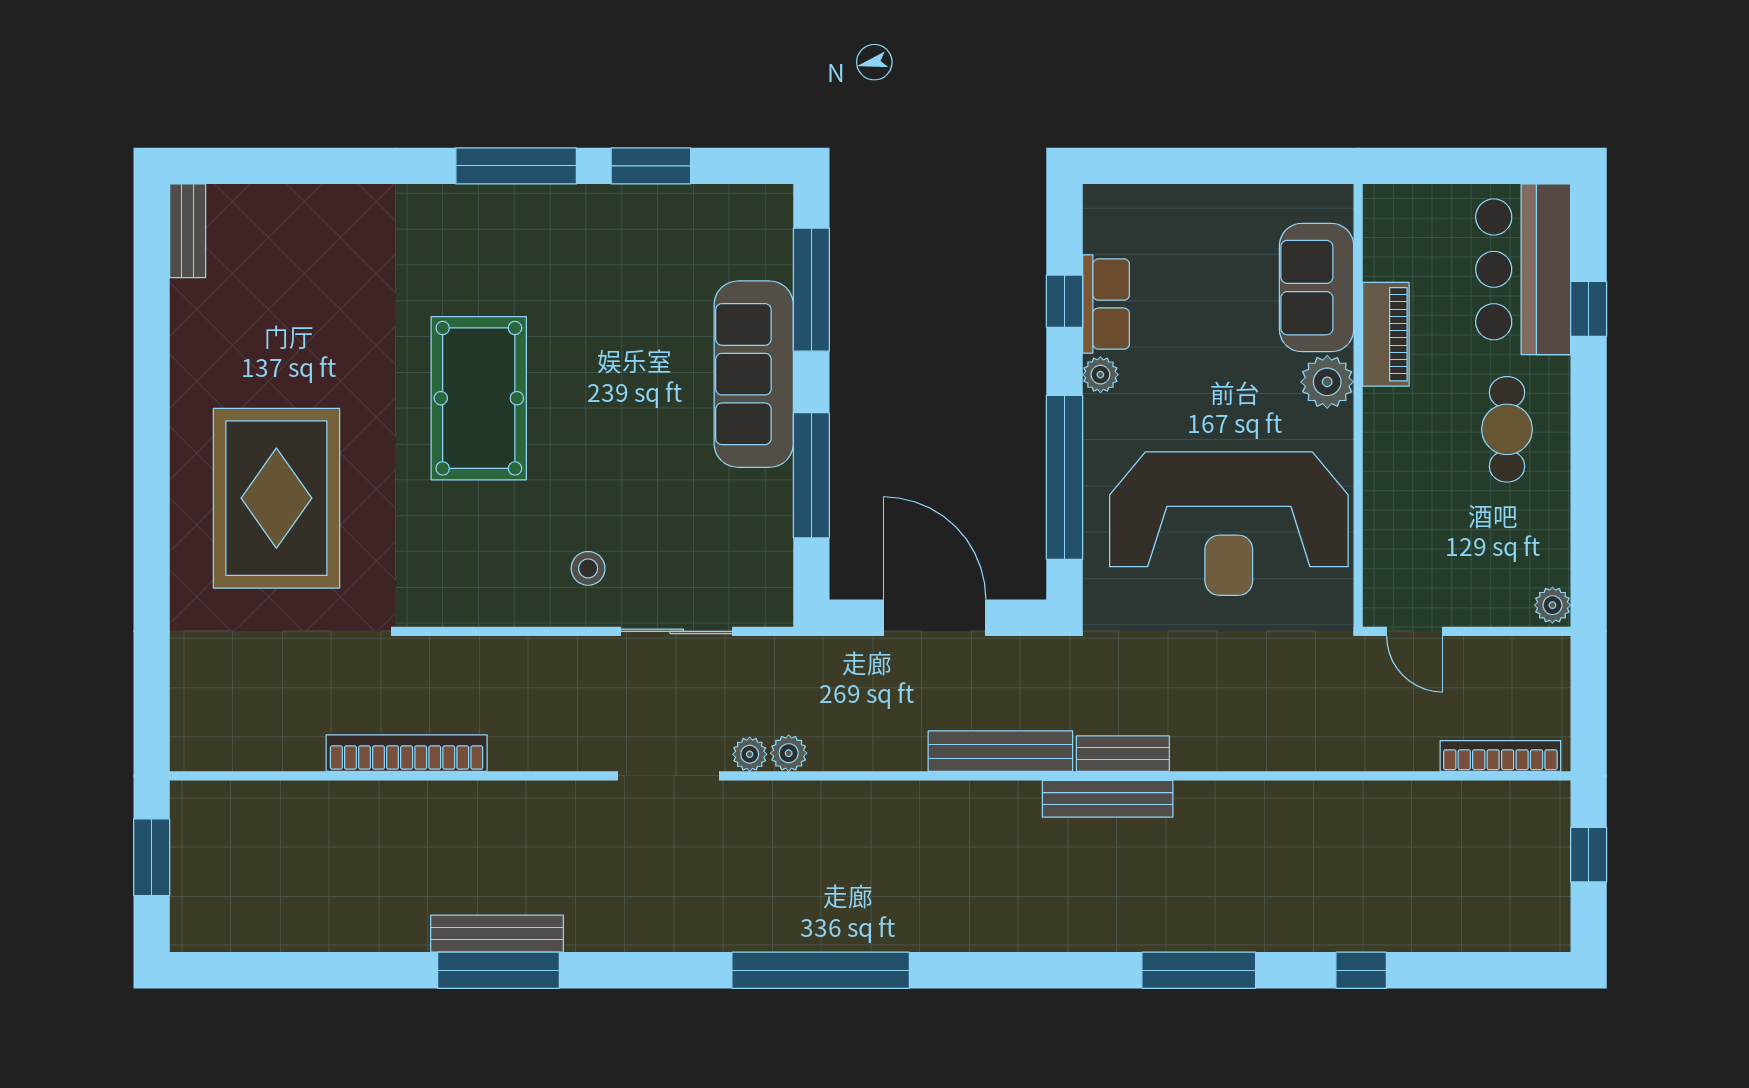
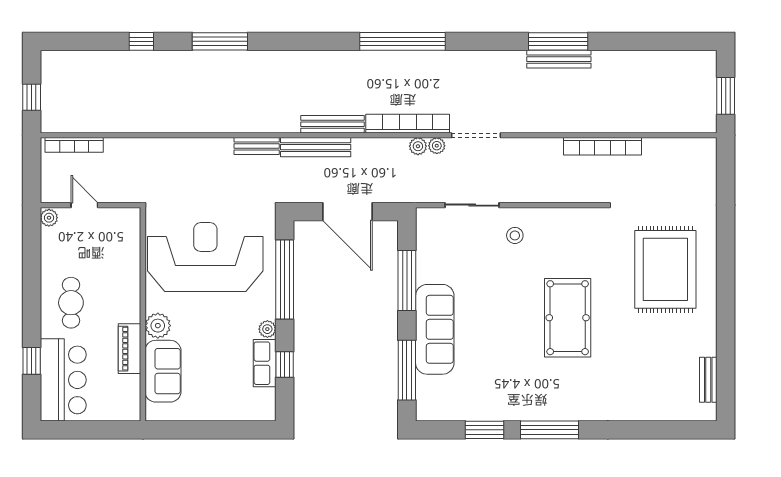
bench: (188, 231) -> (708, 380), moved
door: (1415, 631) -> (84, 205), moved
bench: (1108, 799) -> (333, 124), moved
bookcase: (810, 800) -> (408, 124), added

